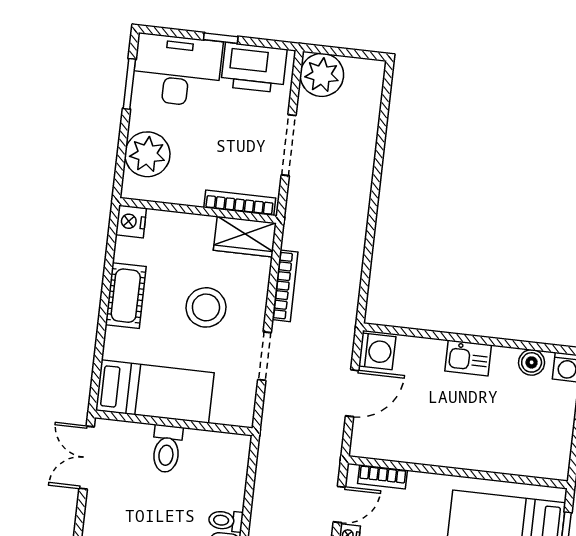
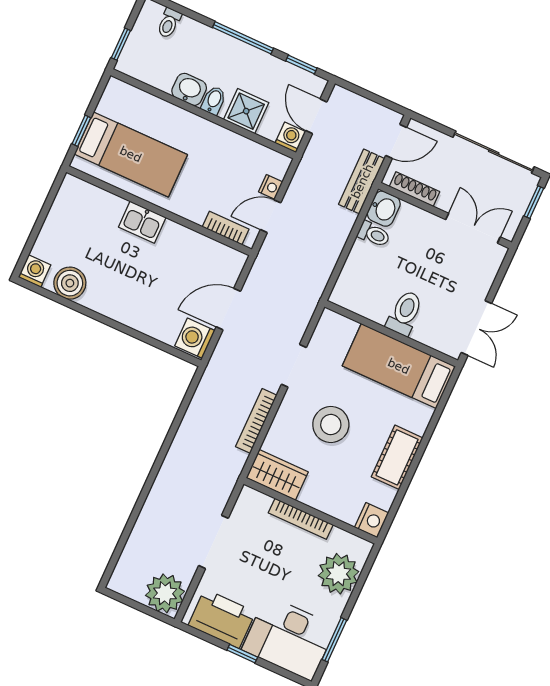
bookcase: (240, 203) -> (301, 519), moved
kitchen sink: (468, 358) -> (142, 222), moved, turned 180
boiler: (532, 362) -> (70, 283), width x1.36, depth x1.36

